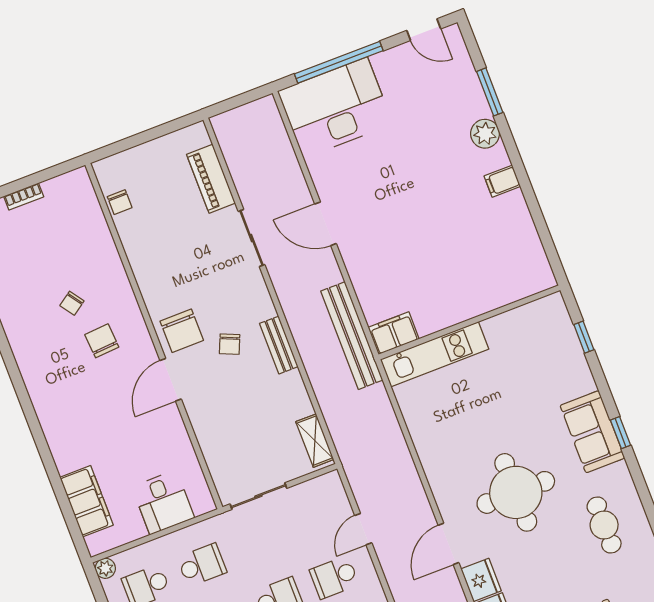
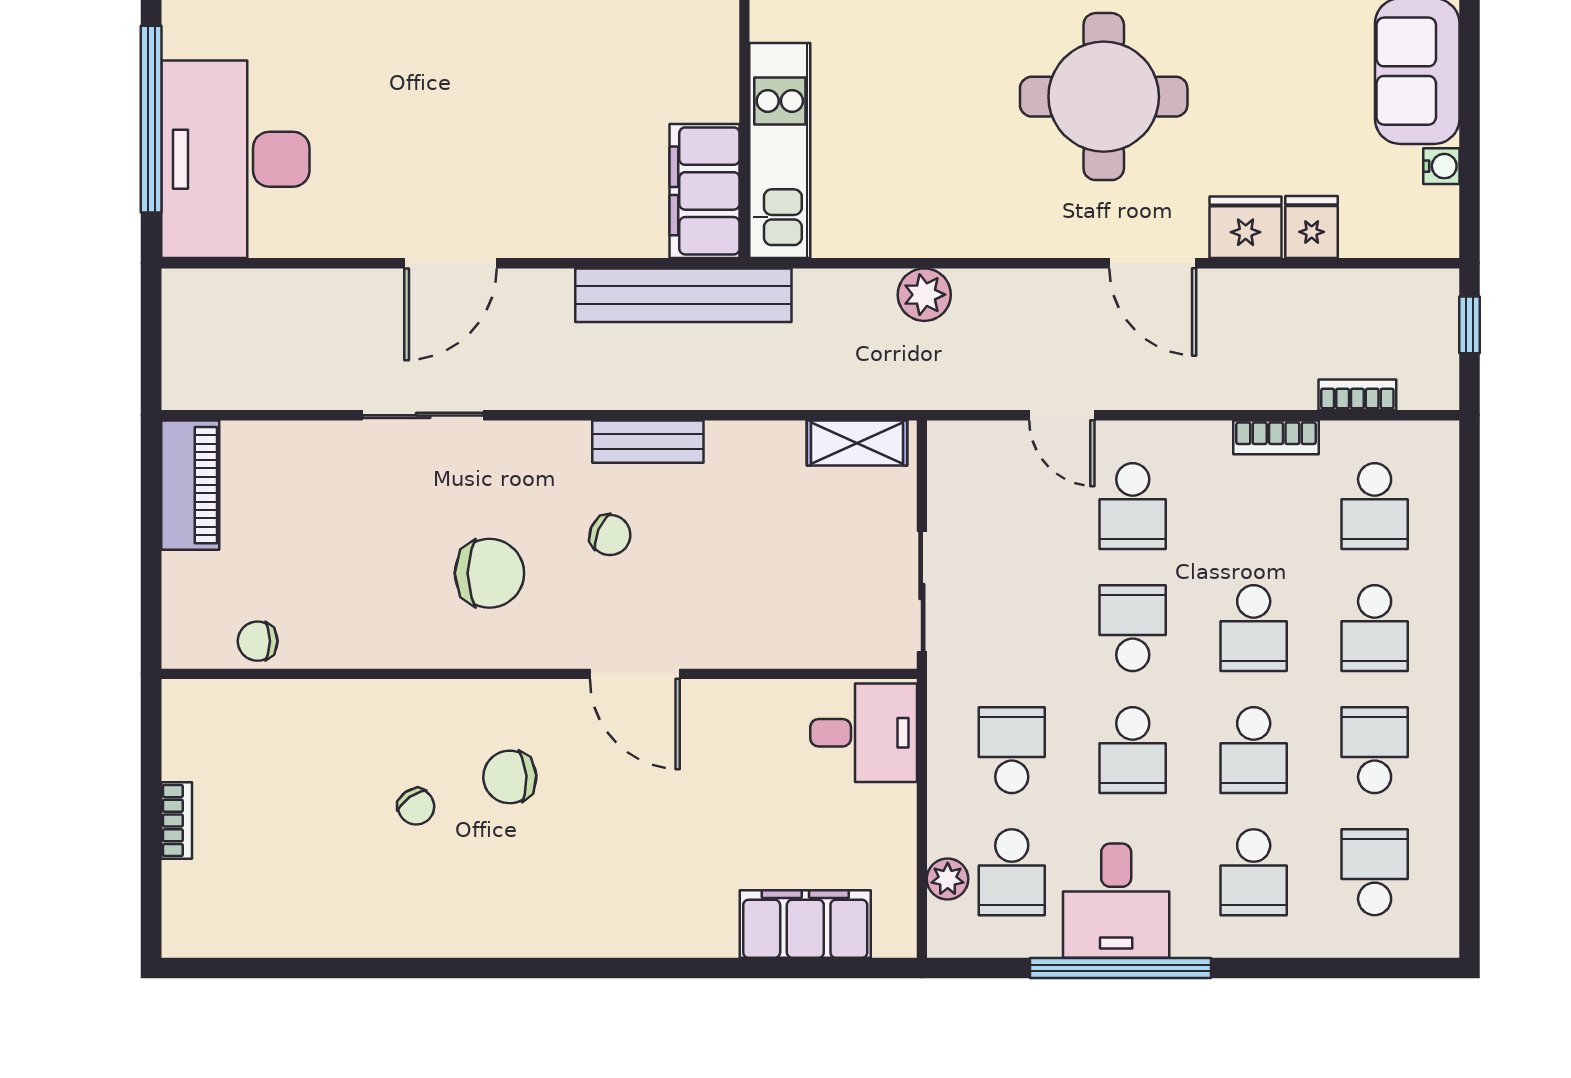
piano: (211, 179) -> (190, 485), moved, turned -90
chair: (120, 202) -> (258, 641), turned 180
chair: (182, 331) -> (489, 573), moved
filing cabinet: (394, 333) -> (705, 191), width x1.50, depth x1.17
plant: (394, 445) -> (924, 295), added
desk: (163, 502) -> (864, 733), moved
plant: (105, 568) -> (948, 879), moved

